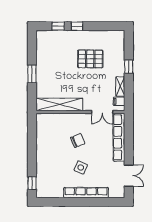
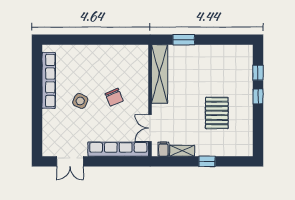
window: (32, 74) -> (184, 40), moved
window: (32, 183) -> (61, 40), removed
row of seats: (86, 193) -> (49, 80), moved

